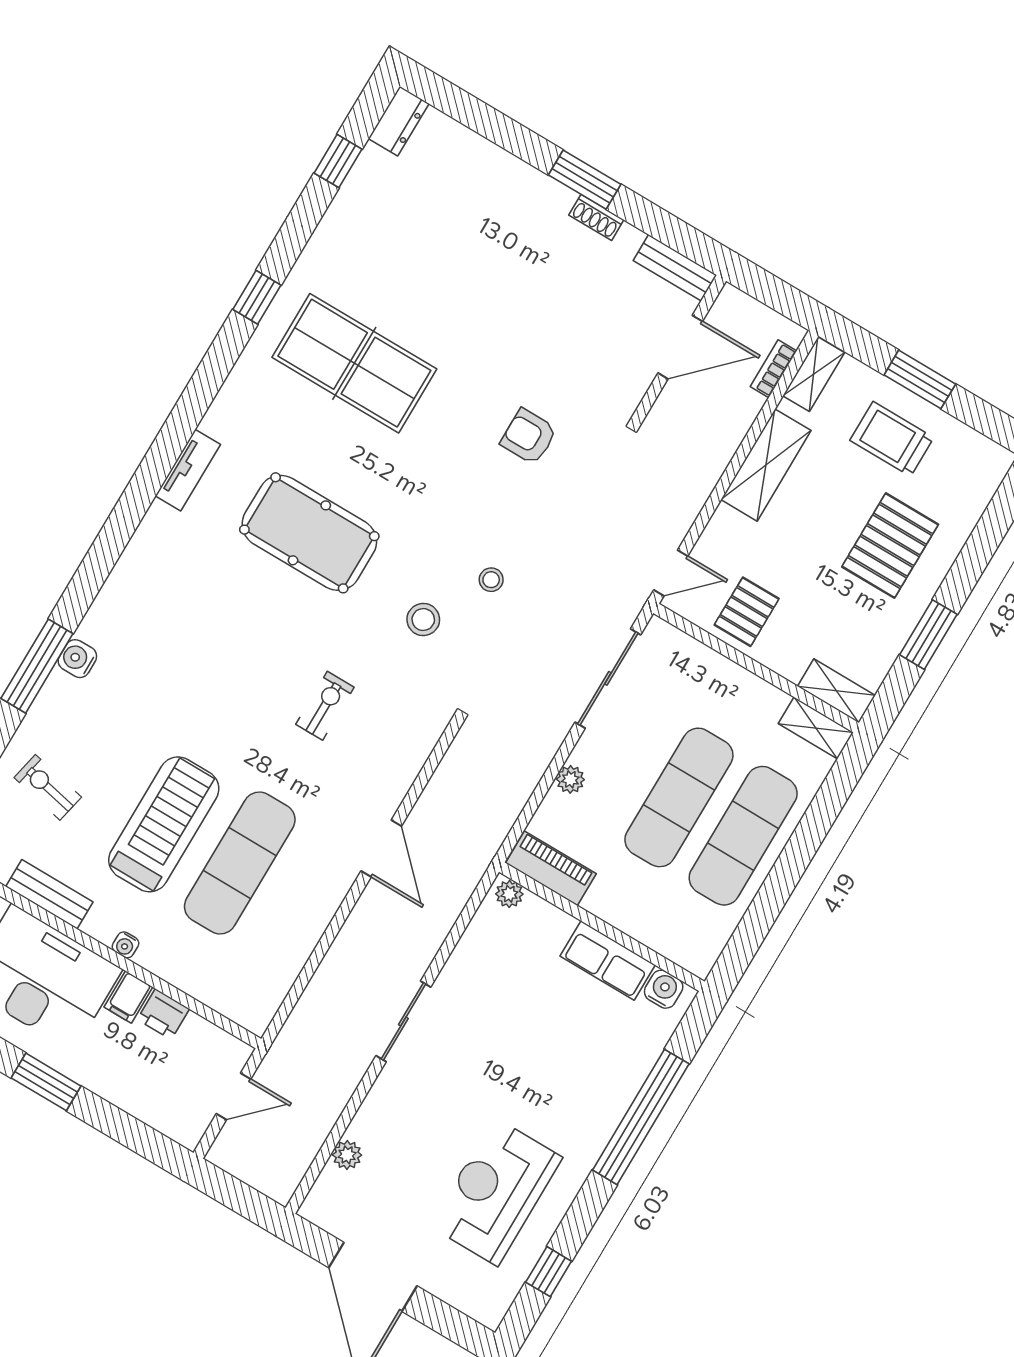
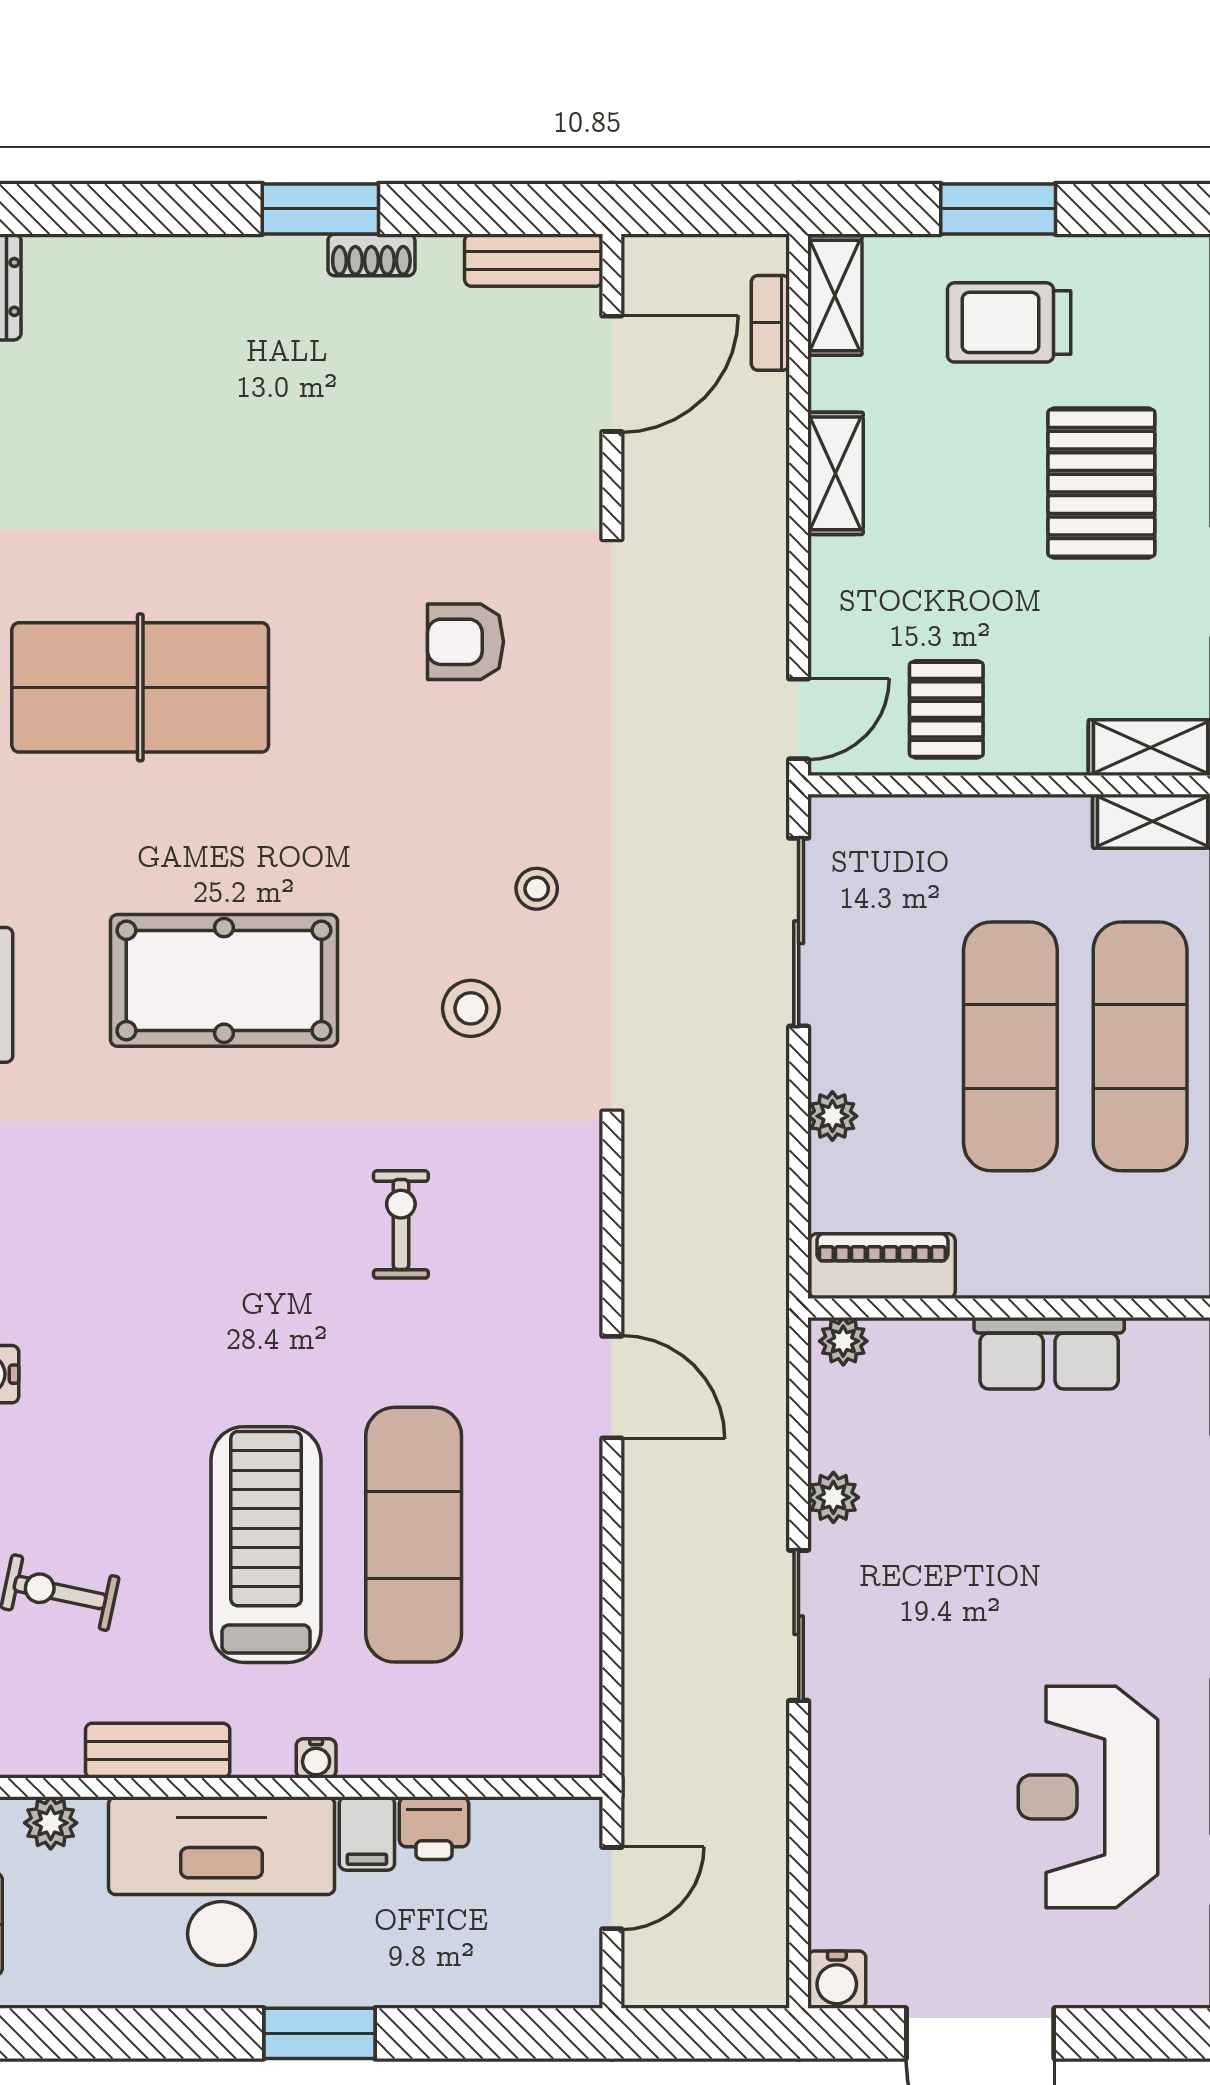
shelving: (766, 465) -> (836, 473), width x0.67, depth x0.75
water cooler: (664, 989) -> (837, 1980), moved, turned 180
plant: (347, 1155) -> (833, 1497), moved

